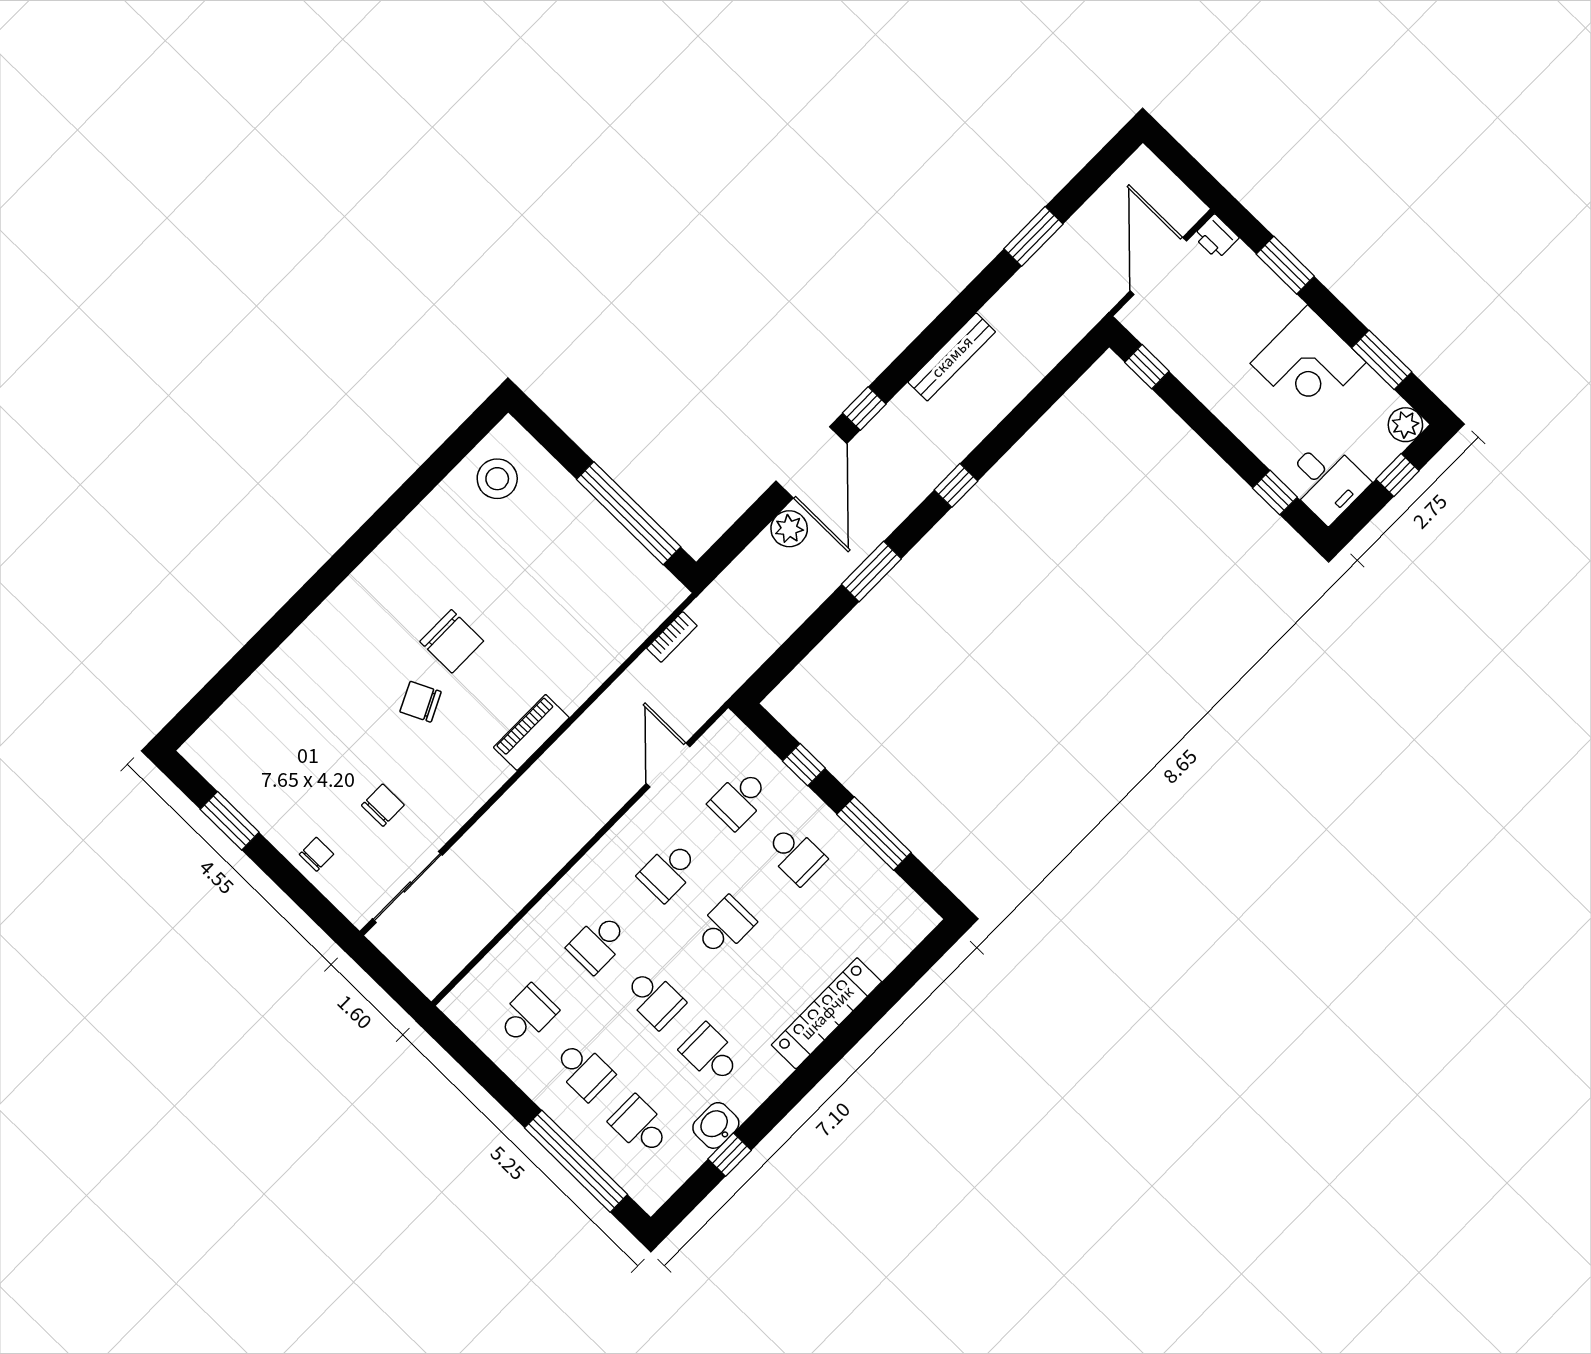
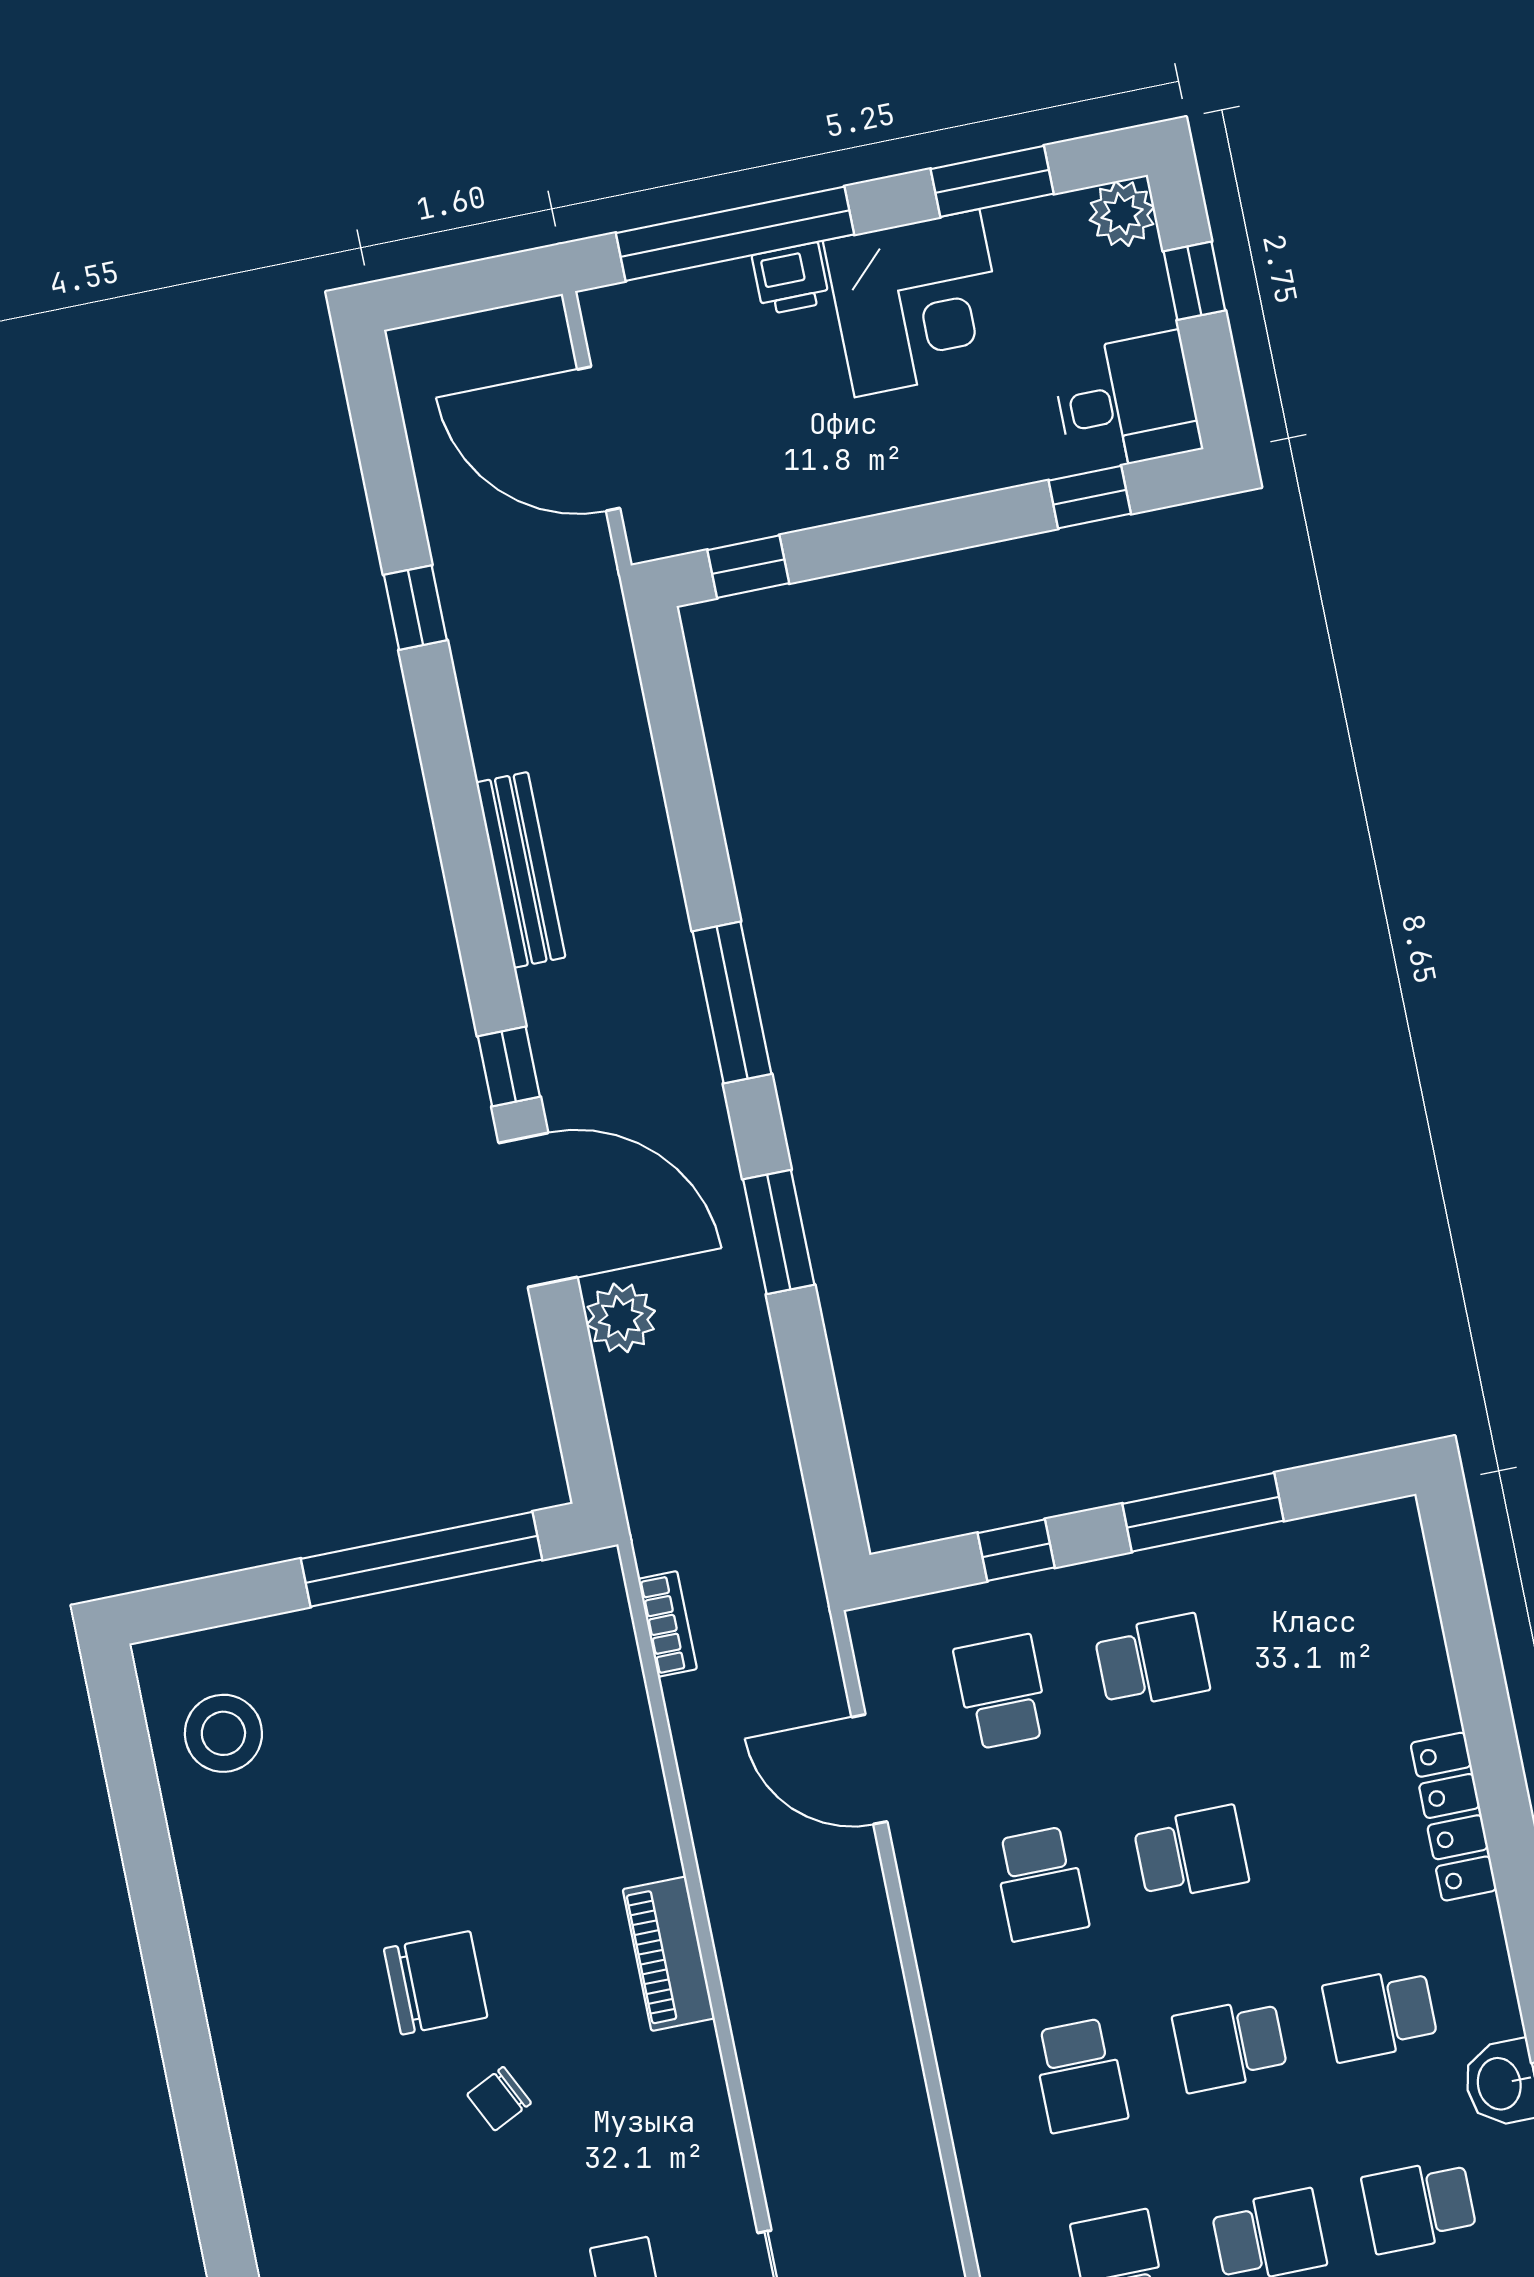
window: (1033, 236) -> (415, 608), width x0.67
printer: (1216, 237) -> (791, 279), moved
window: (1285, 265) -> (735, 234), width x2.11
window: (956, 485) -> (732, 1003), width x2.17
chair: (421, 702) -> (499, 2099), width x0.73, depth x0.73
school desk: (739, 799) -> (1002, 1692), turned 180
school desk: (725, 927) -> (1191, 1853), turned 90
school desk: (654, 998) -> (1230, 2045), turned 180
locker: (827, 1013) -> (1454, 1817), width x0.71, depth x0.83

